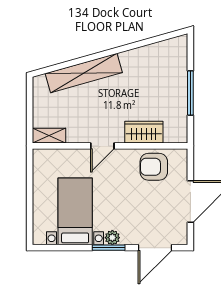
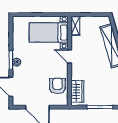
wardrobe: (144, 132) -> (77, 91), moved
bed with nightstands: (75, 211) -> (49, 33), moved, turned 180

